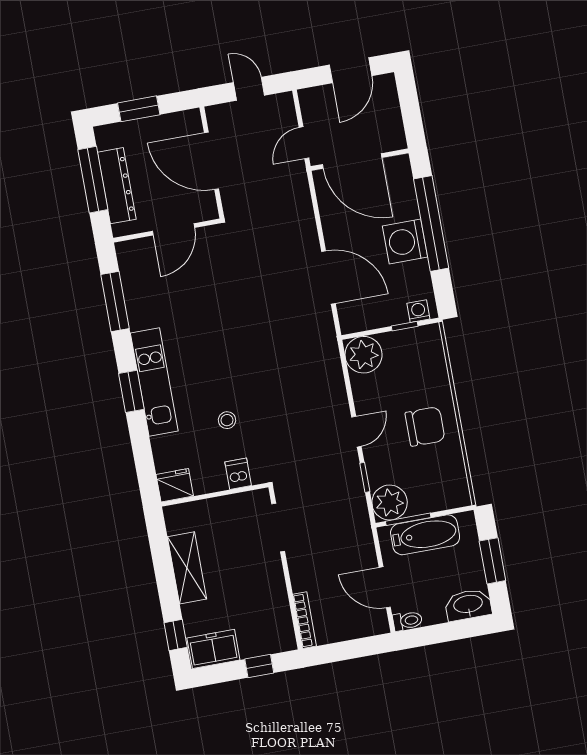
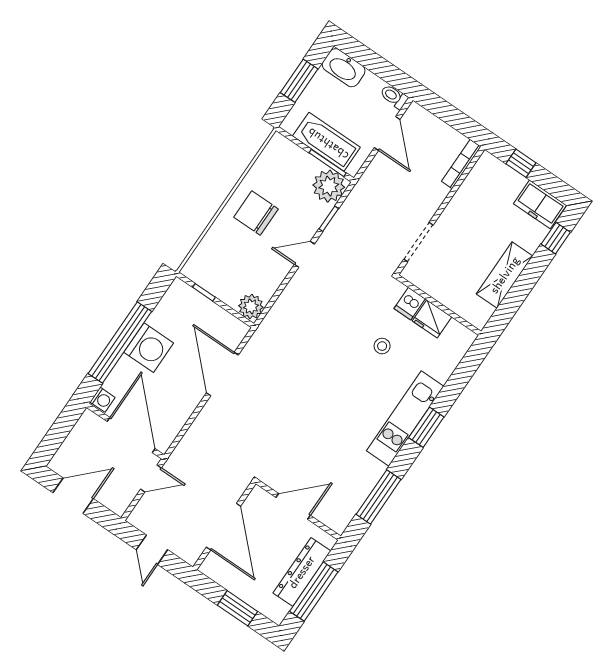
washing machine: (418, 311) -> (102, 400), moved, turned -90
plant: (364, 355) -> (251, 307), width x0.73, depth x0.73
fridge: (175, 485) -> (432, 319), moved

